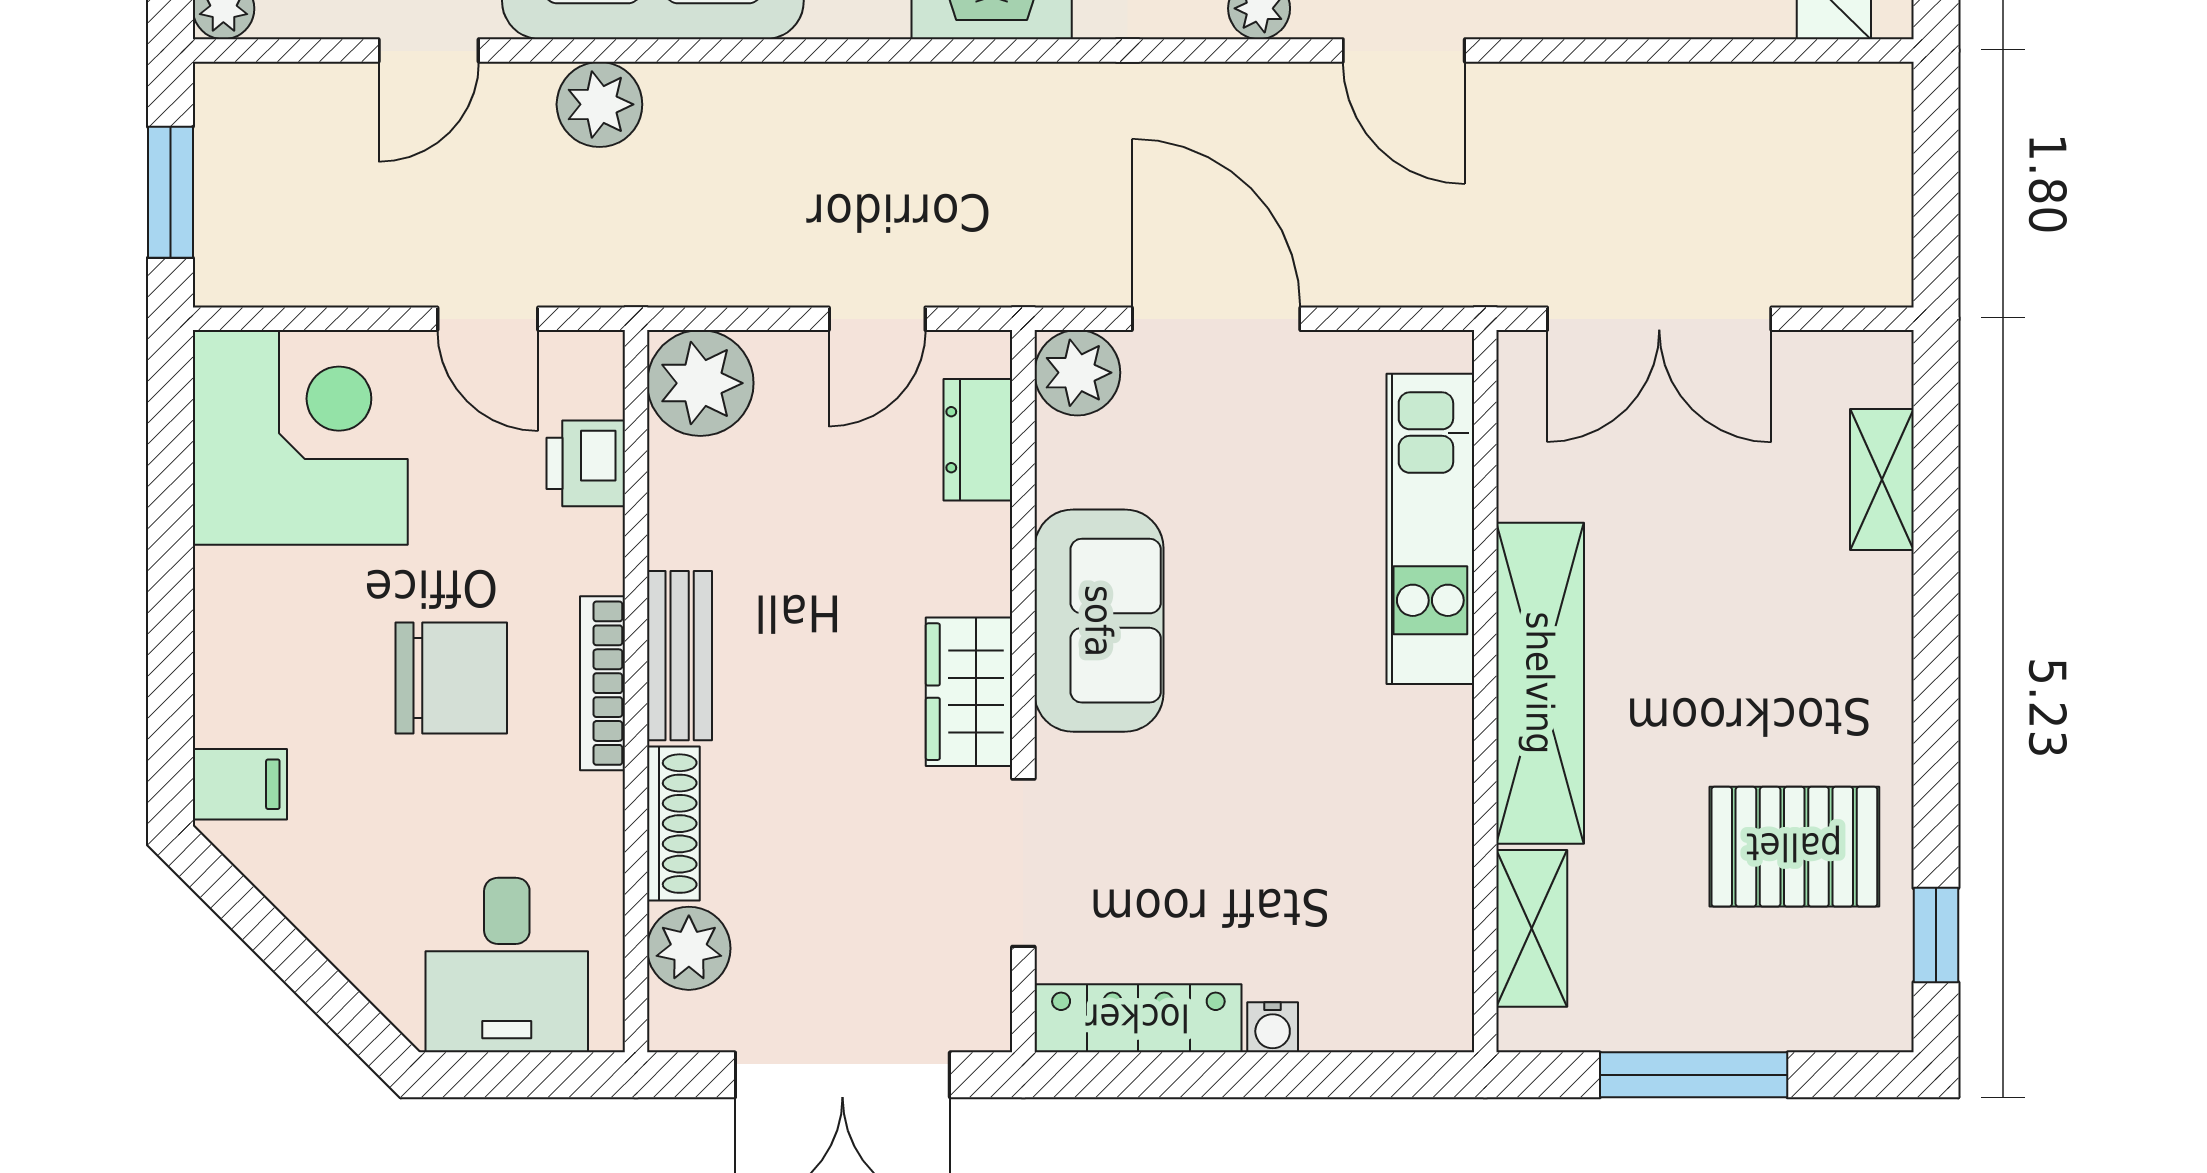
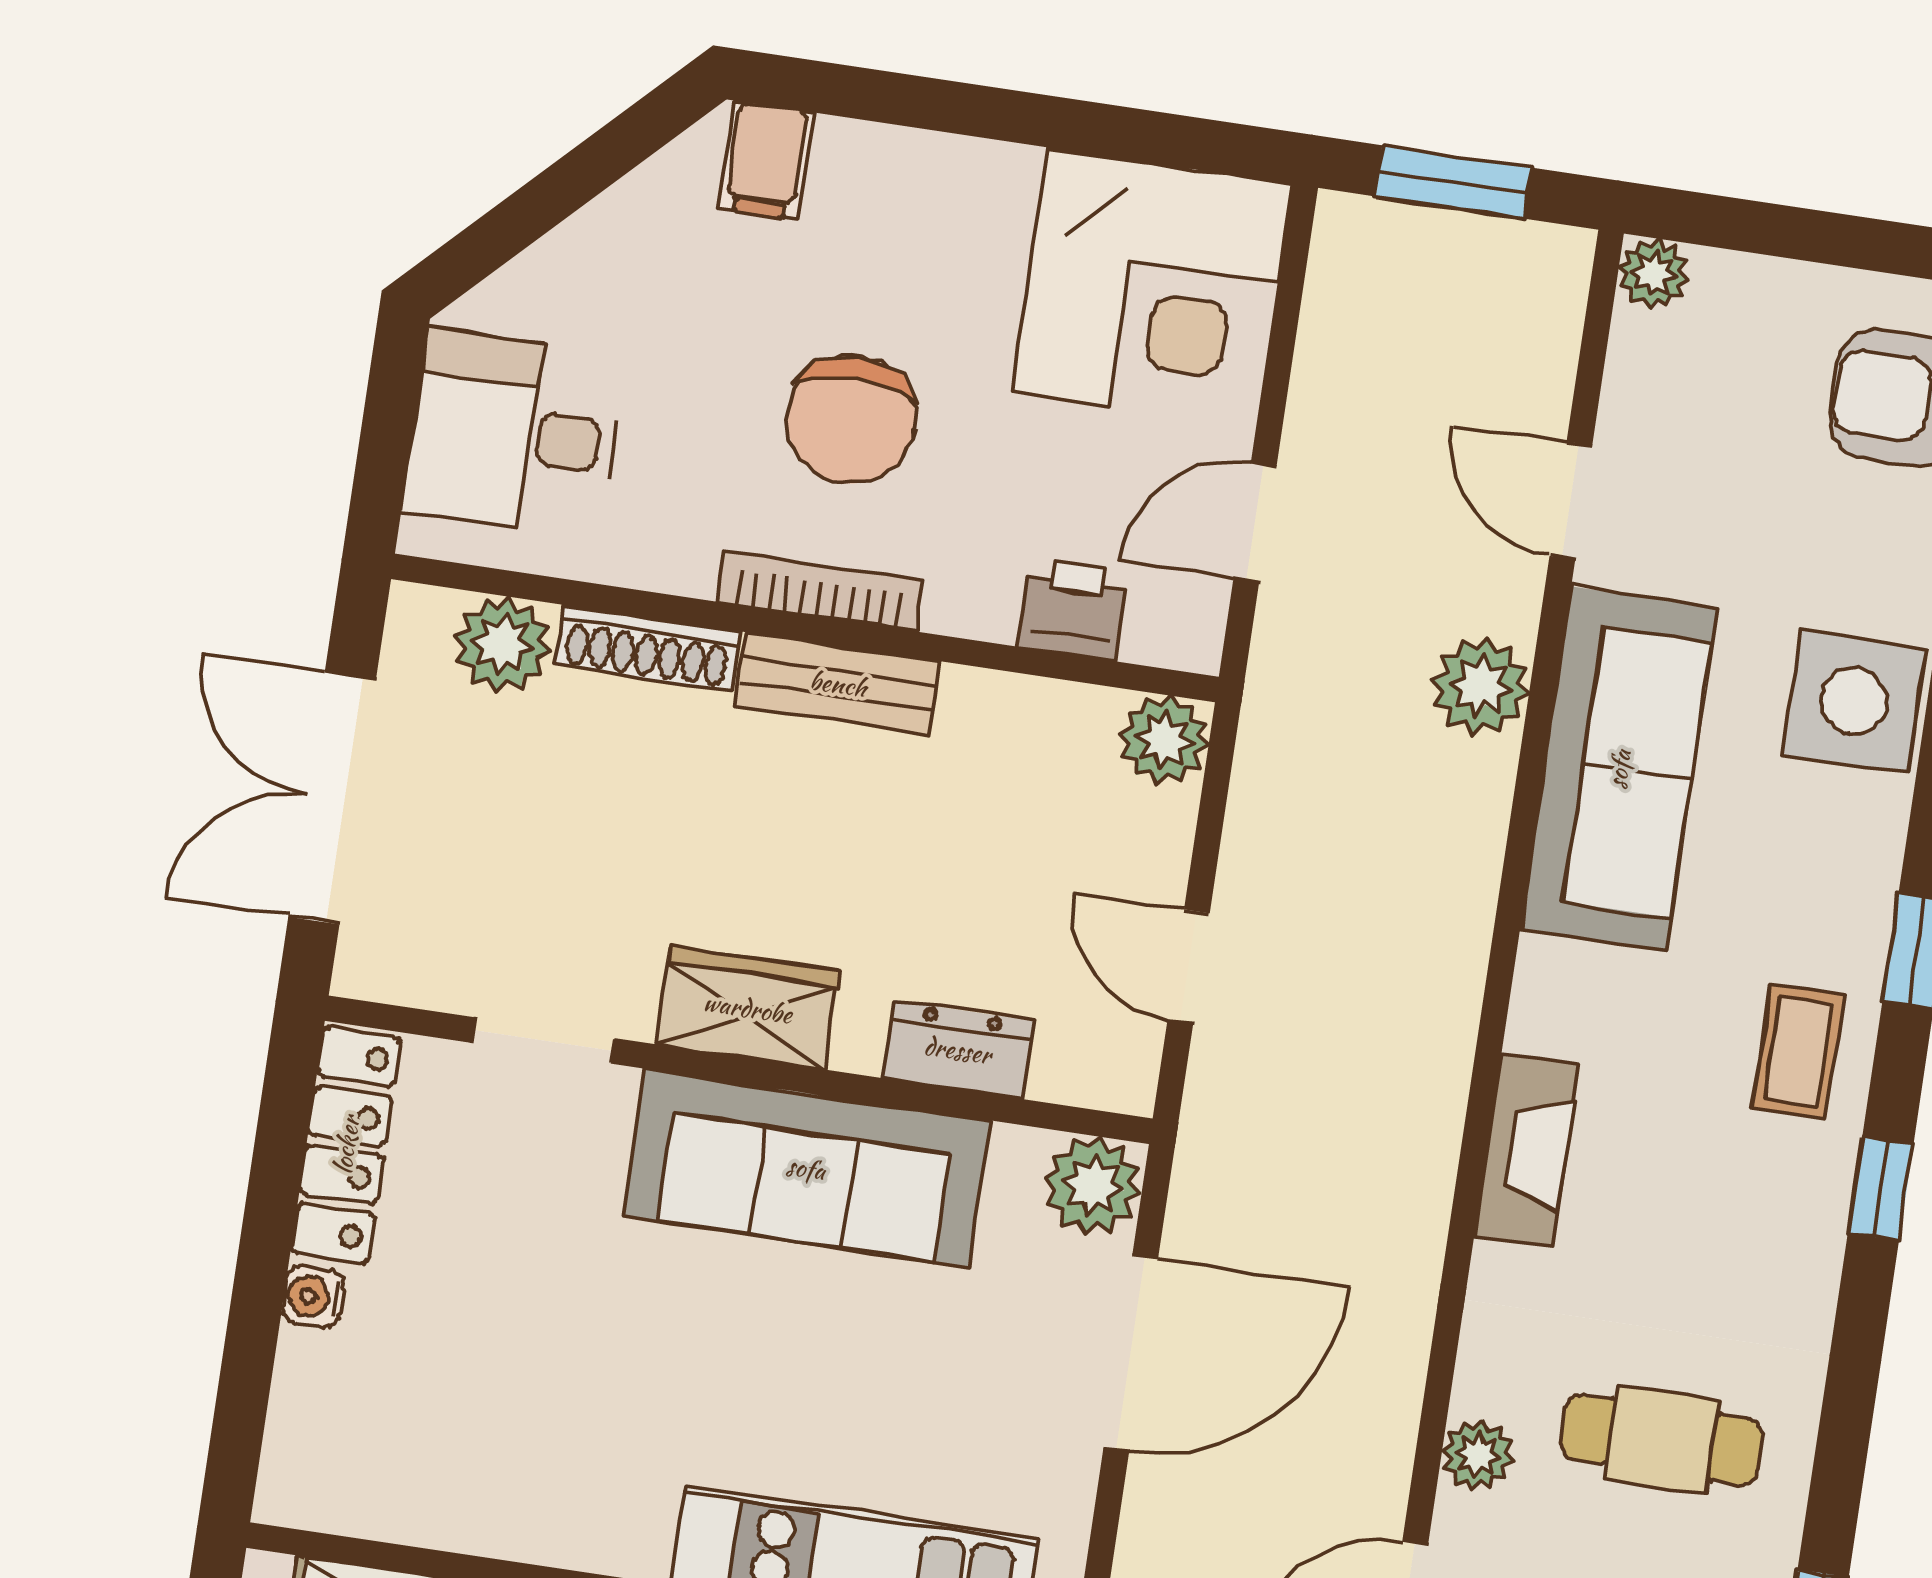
plant: (700, 383) -> (1164, 740), width x0.73, depth x0.73
dresser: (978, 440) -> (958, 1050), moved
sofa: (1099, 621) -> (806, 1168), width x1.36
doorway: (1023, 863) -> (543, 1040), width x0.73

